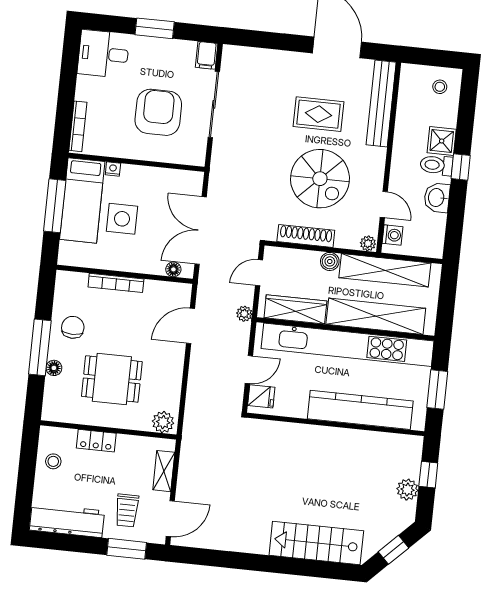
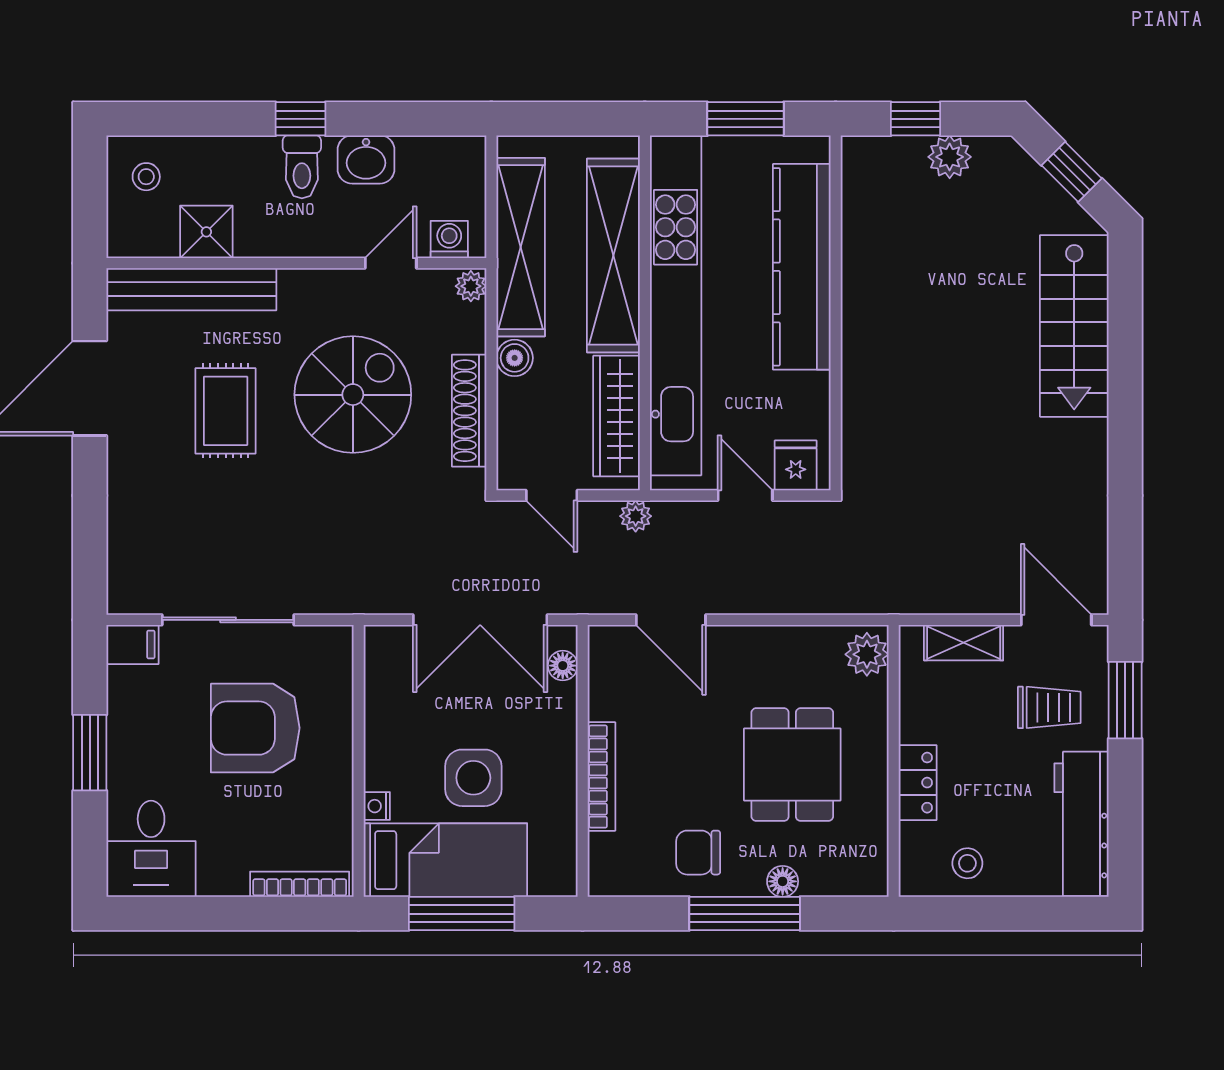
shower: (442, 141) -> (206, 232), moved

